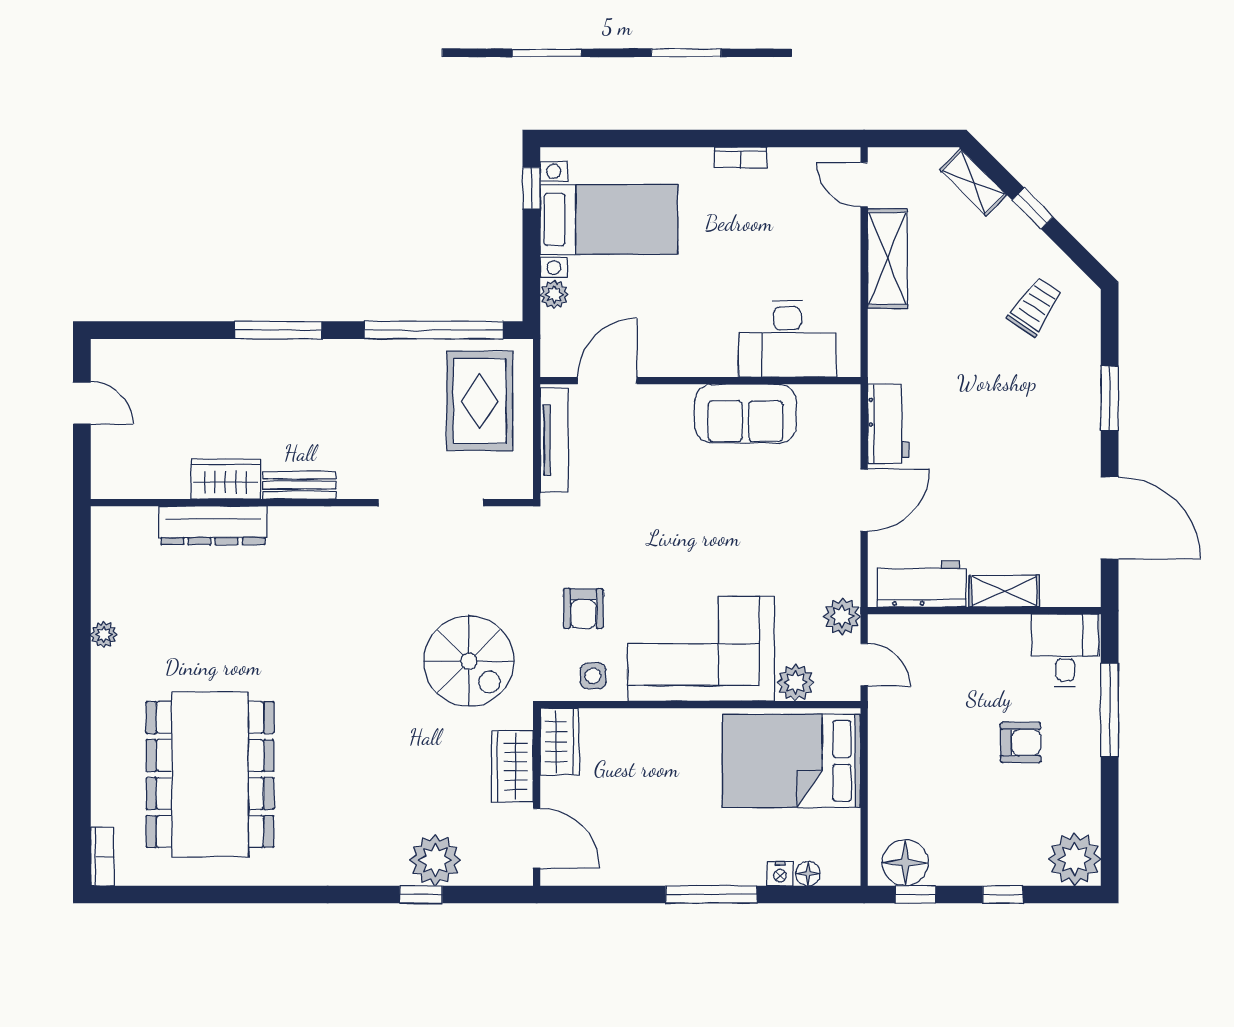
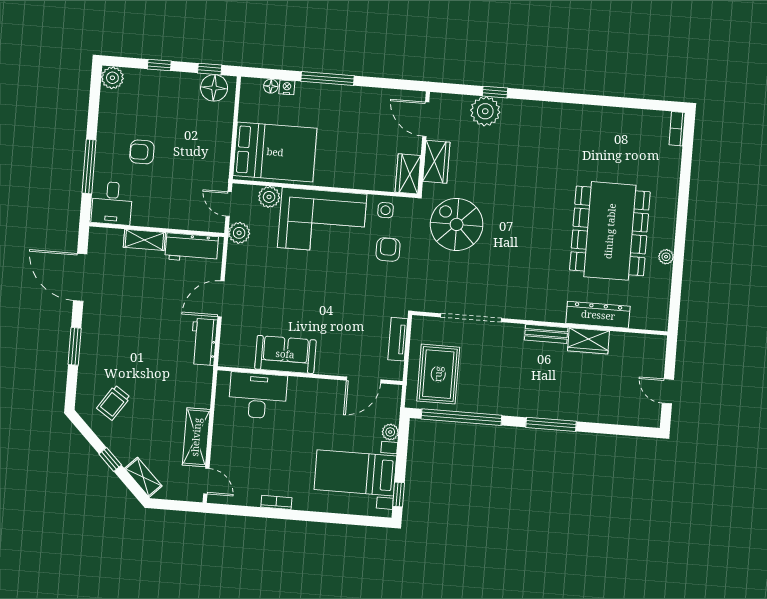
tv unit: (554, 440) -> (398, 339), width x0.71
dining table: (210, 774) -> (610, 231), moved
plant: (1075, 859) -> (112, 78), width x0.73, depth x0.73

